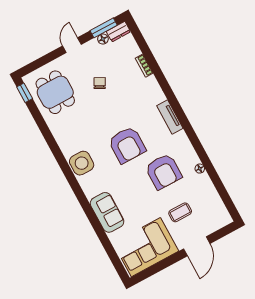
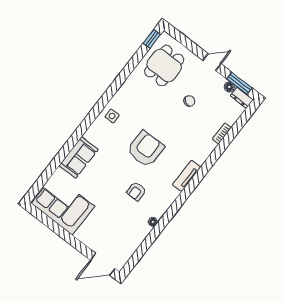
armchair: (127, 145) -> (146, 149), turned 180
side table: (82, 163) -> (112, 116), width x0.54, depth x0.54
armchair: (163, 172) -> (136, 191), width x0.53, depth x0.53
coffee table: (180, 212) -> (107, 222), removed
door: (197, 246) -> (103, 264), moved

